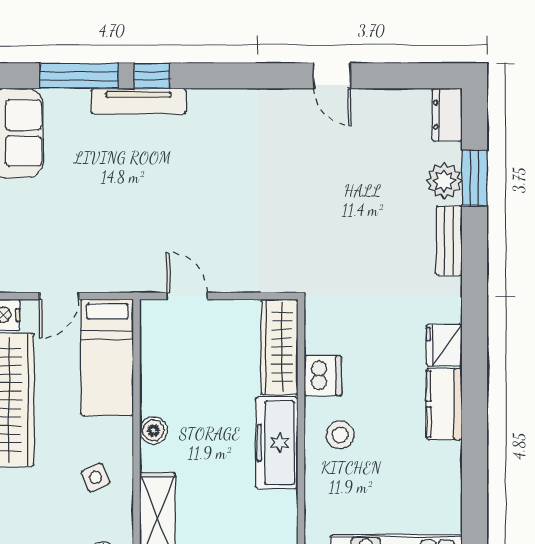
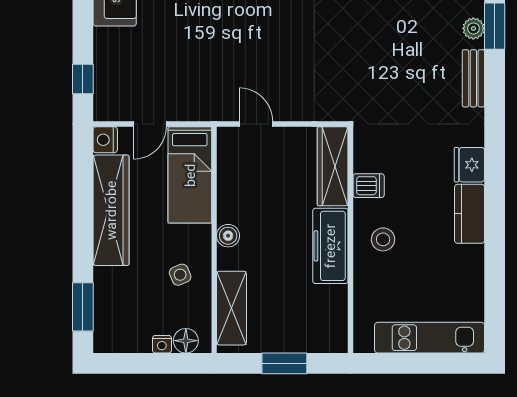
plant: (444, 181) -> (473, 28), width x0.73, depth x0.73
dishwasher: (323, 376) -> (369, 186), width x0.73

